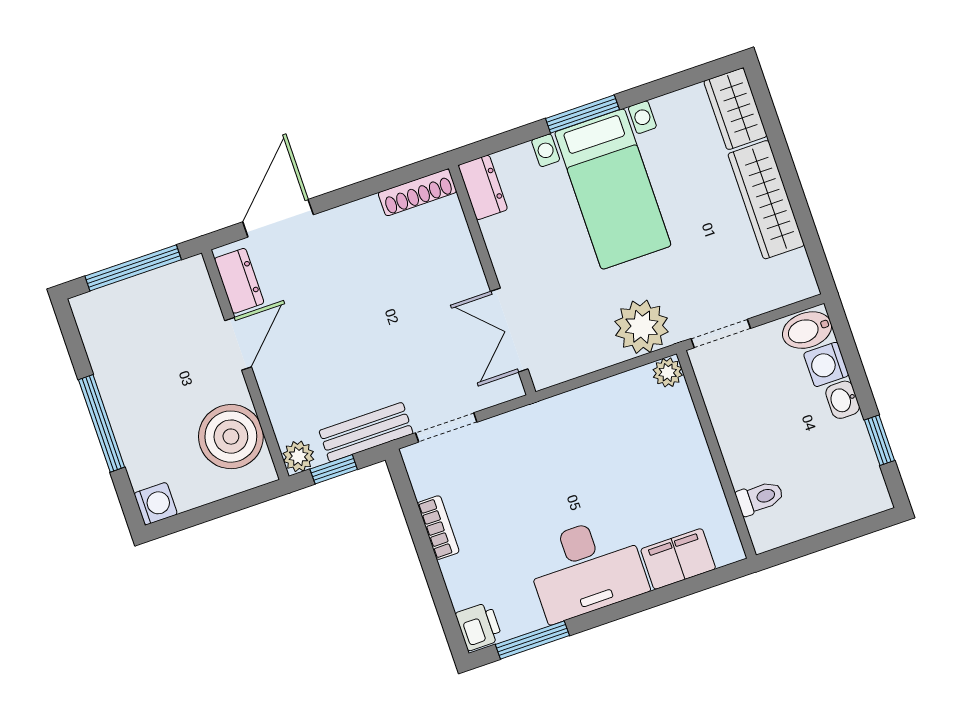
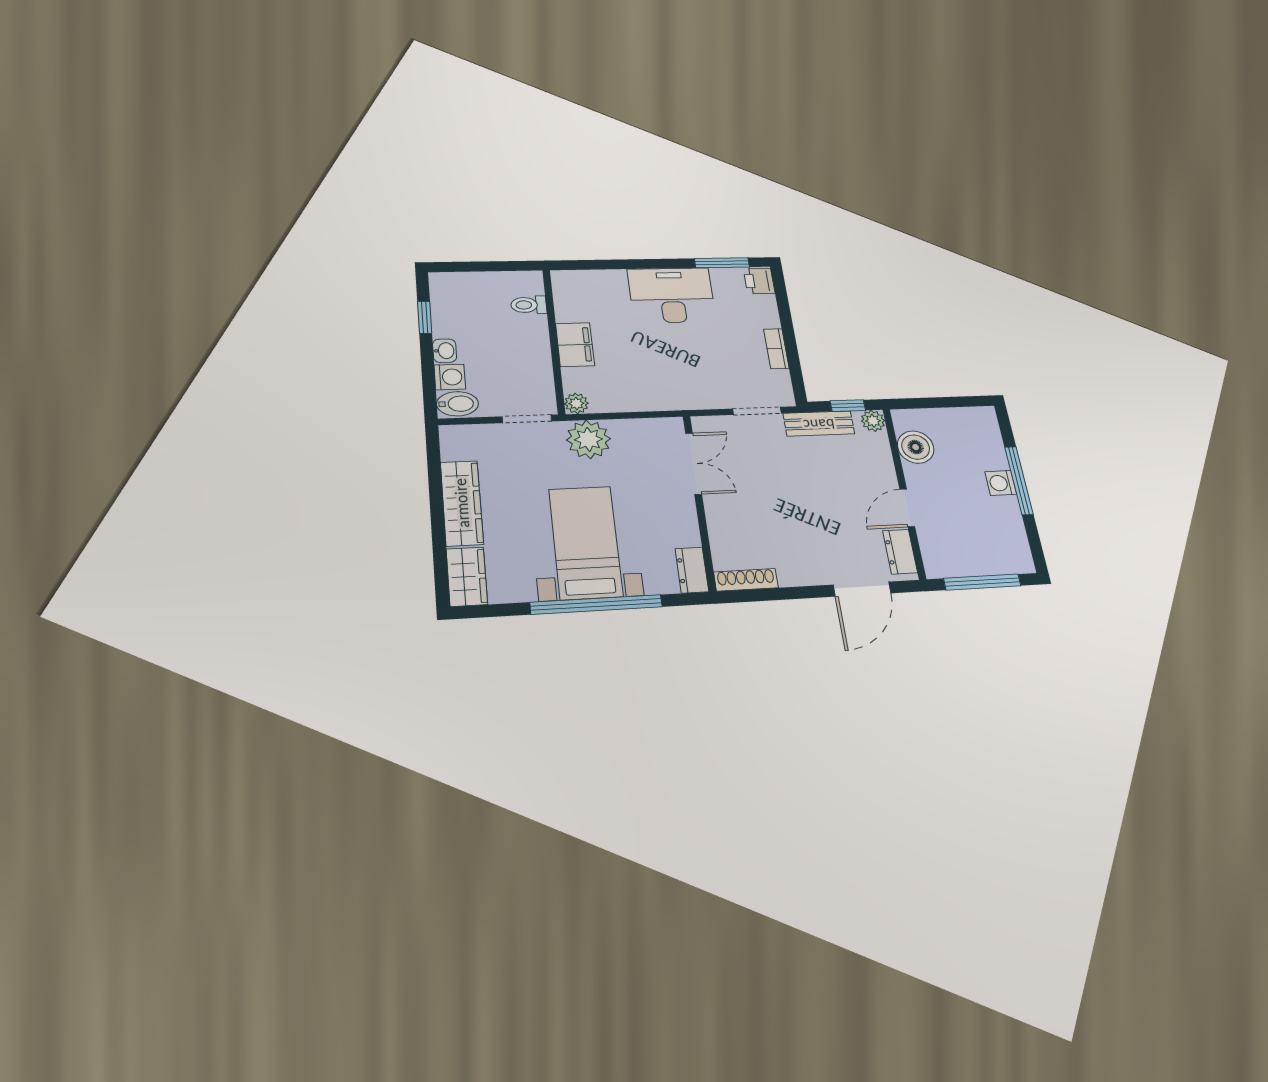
window: (582, 114) -> (596, 605), width x2.11
boiler: (231, 437) -> (916, 447), width x0.73, depth x0.73
washing machine: (156, 504) -> (1001, 483), moved
filing cabinet: (678, 559) -> (575, 345), moved, turned -90

